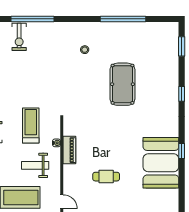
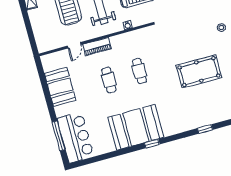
cafe table: (106, 144) -> (139, 71), added
piano: (69, 150) -> (97, 47), moved

